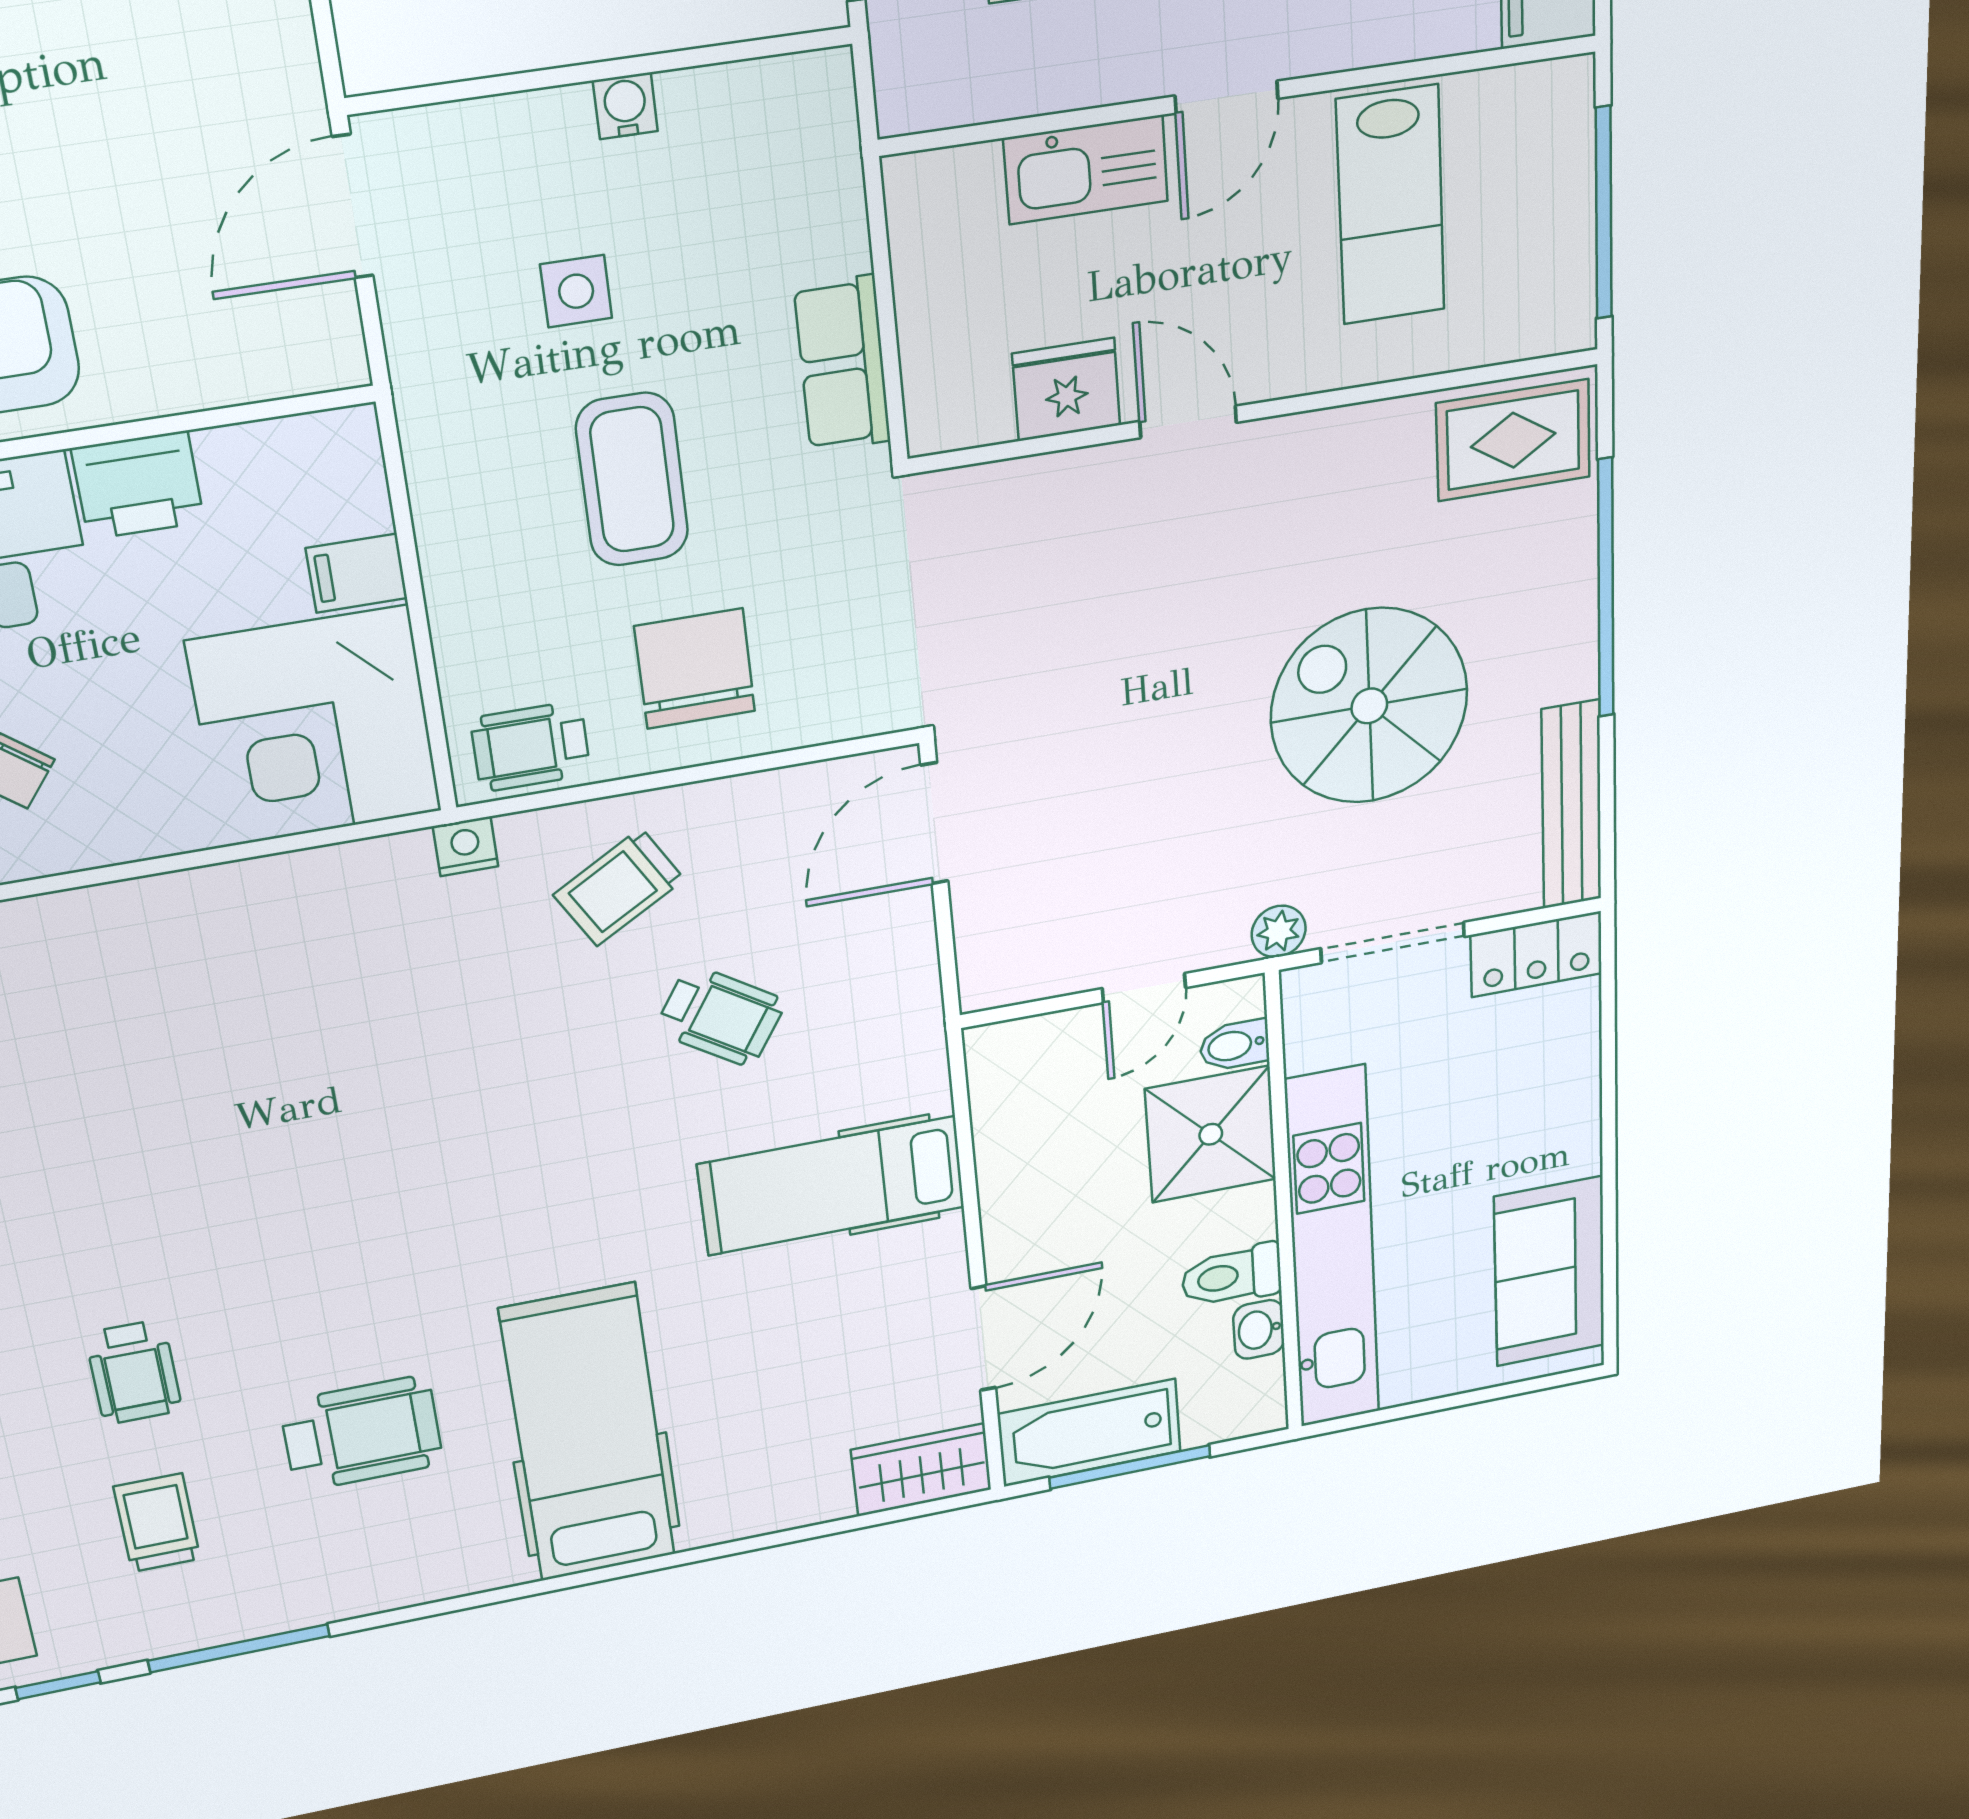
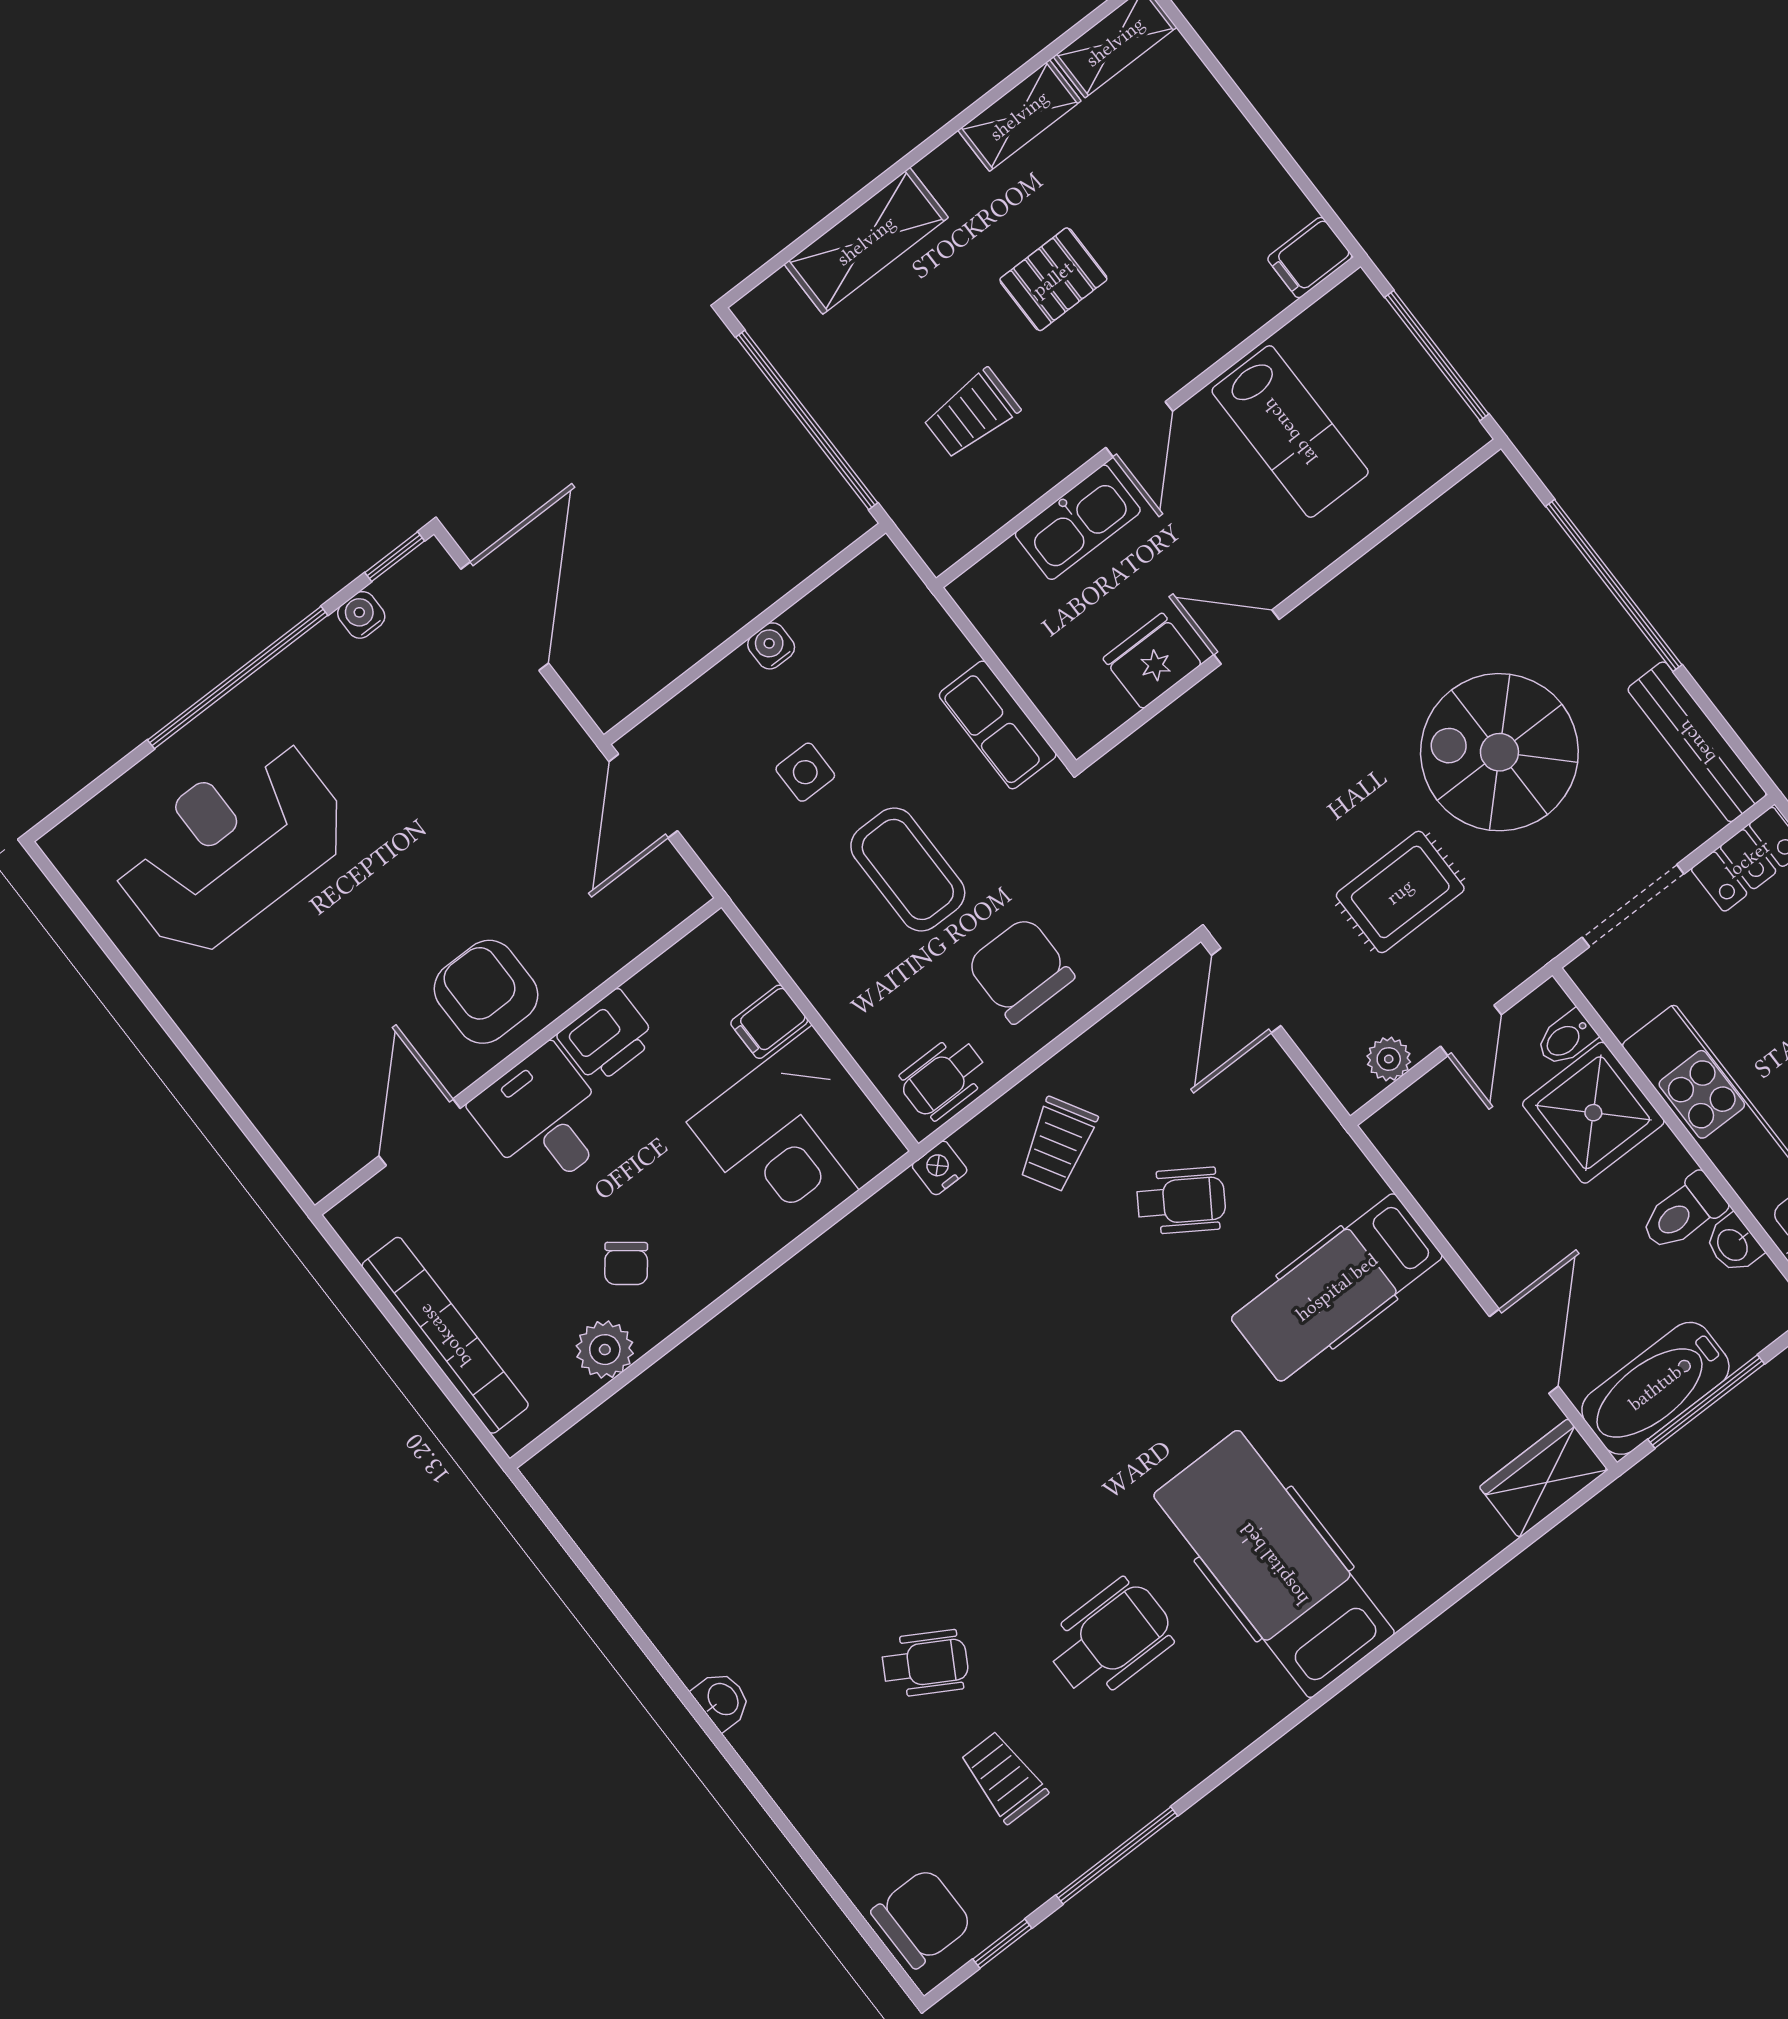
rug: (1513, 440) -> (1400, 892), moved
plant: (1279, 931) -> (1389, 1059), moved
wheelchair: (134, 1372) -> (925, 1664), turned -60

